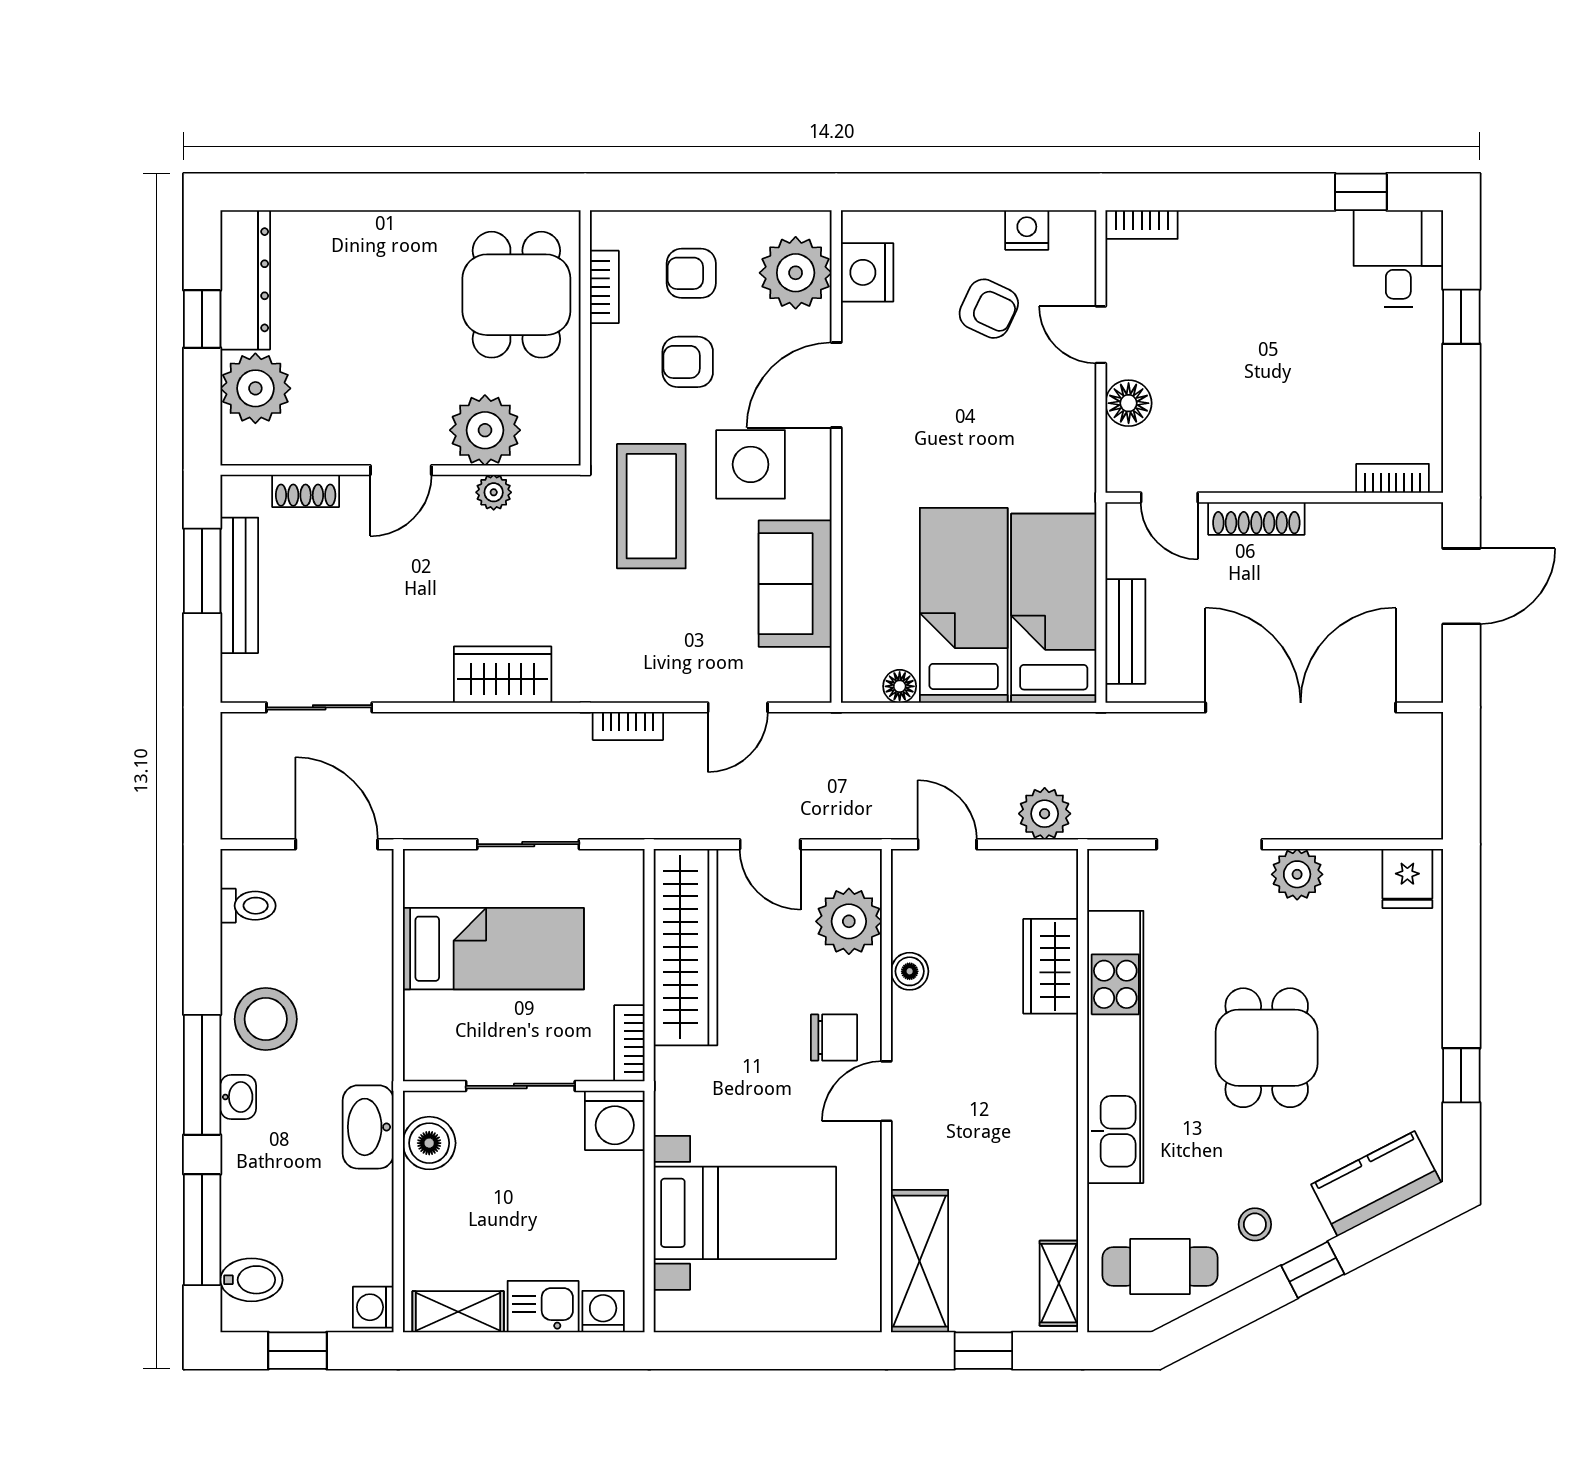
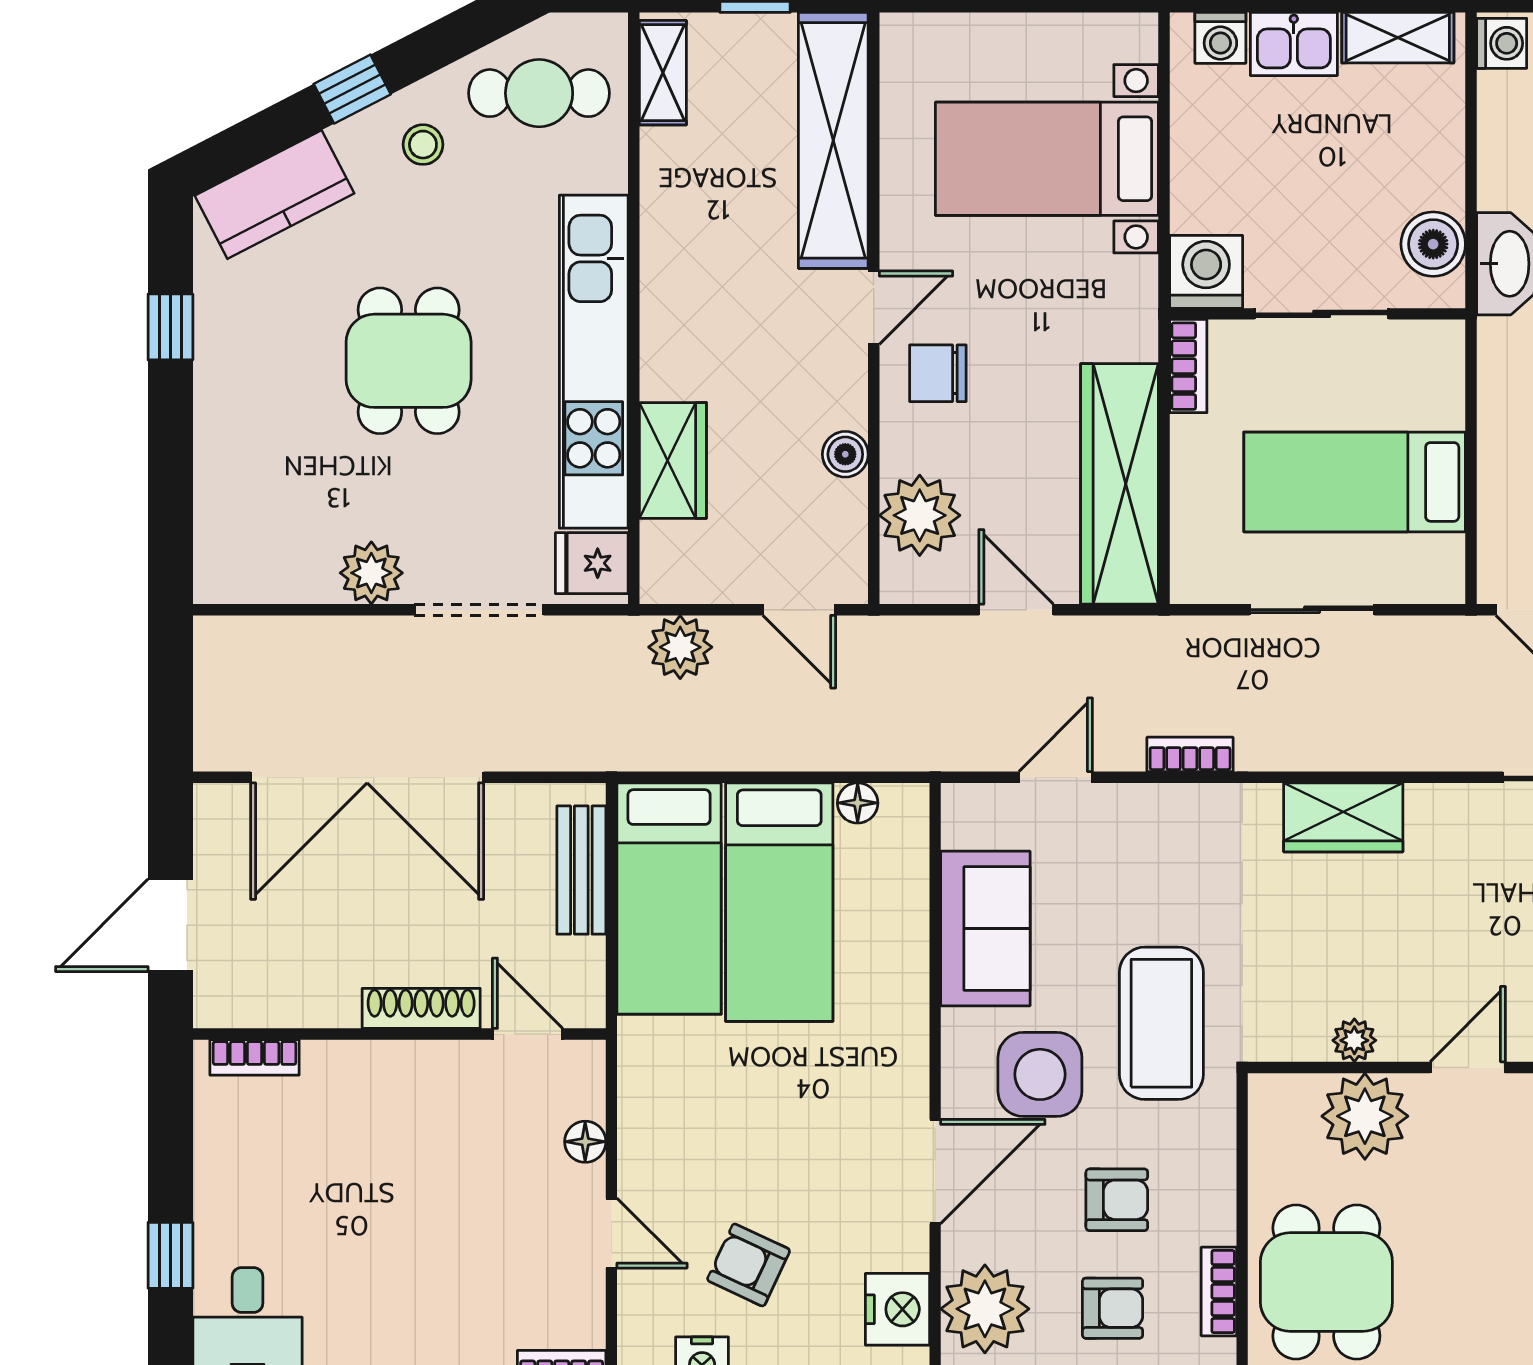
floor lamp: (1129, 403) -> (585, 1142), width x0.73, depth x0.73
fridge: (1407, 878) -> (592, 563), moved, turned -90
shelving: (920, 1261) -> (833, 140), width x1.47

